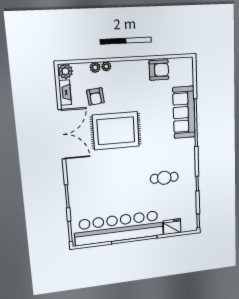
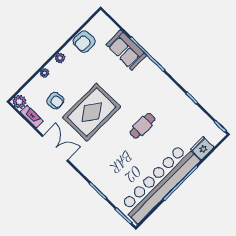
plant: (95, 67) -> (60, 58), moved
armchair: (159, 70) -> (84, 42), turned 180
sofa: (184, 112) -> (126, 50), width x0.73
double door: (62, 134) -> (55, 148), width x0.73
cafe table: (164, 178) -> (142, 126), moved

